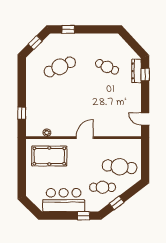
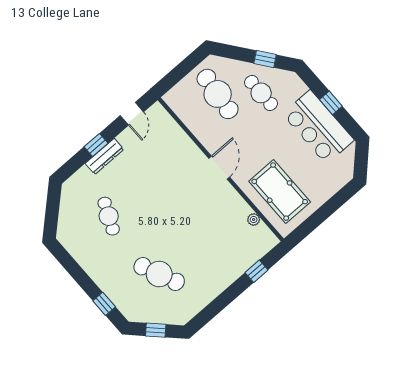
dresser: (136, 71) -> (104, 156), moved
window: (145, 74) -> (96, 145), moved
door: (85, 138) -> (219, 168), swing flipped
window: (84, 216) -> (331, 103), moved

